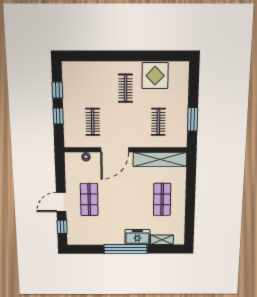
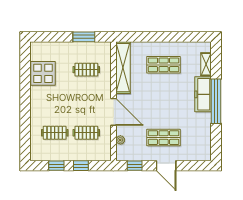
clothes rail: (125, 88) -> (55, 133), moved
window: (62, 227) -> (135, 166), moved
freezer: (137, 237) -> (203, 94), width x1.40

